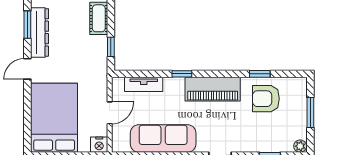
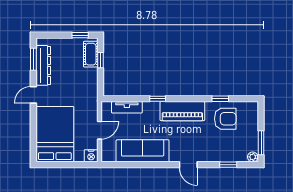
window: (111, 47) -> (100, 60), moved
armchair: (266, 99) -> (225, 119), turned 180
window: (310, 113) -> (261, 143), moved

